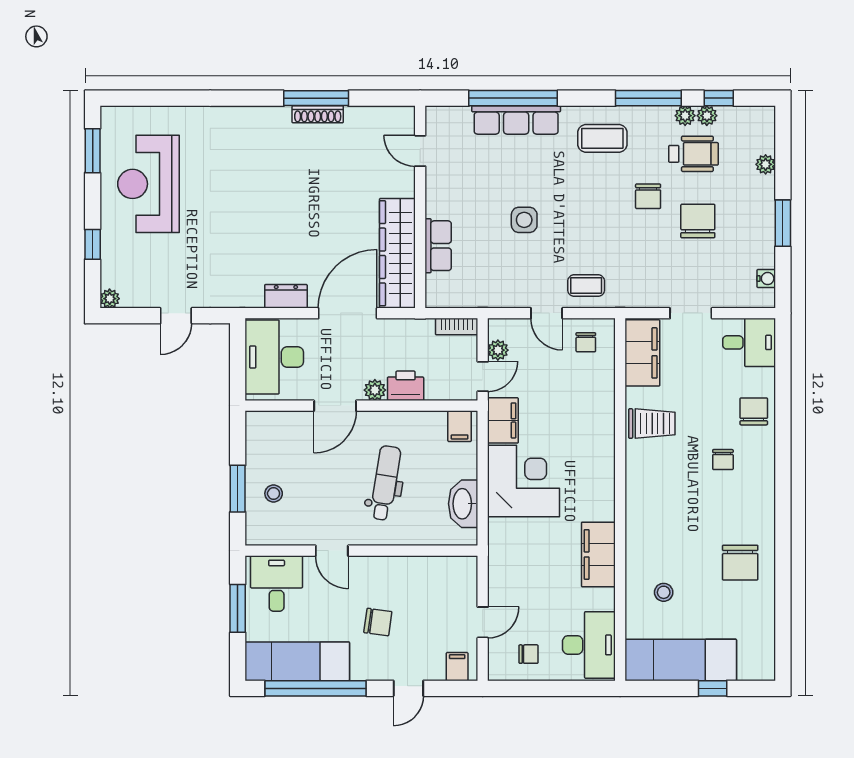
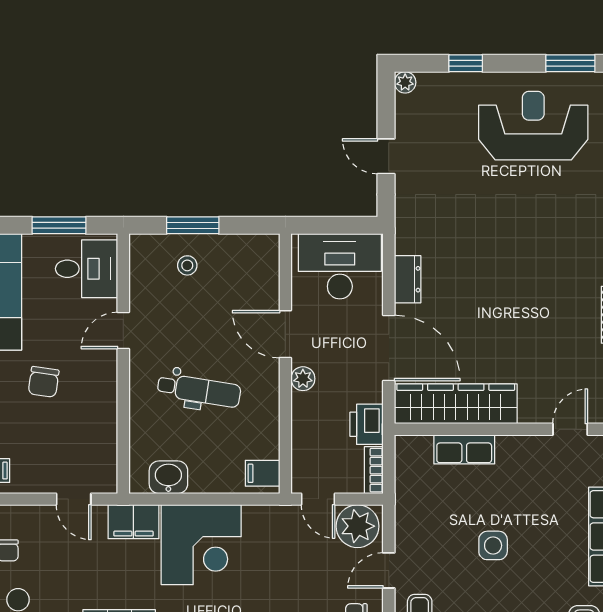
plant: (498, 350) -> (358, 526), width x1.88, depth x1.88
printer: (406, 386) -> (367, 424), moved, turned 180
filing cabinet: (503, 420) -> (133, 522), moved
washbasin: (463, 504) -> (168, 477), width x0.72
door: (483, 622) -> (74, 499), moved

